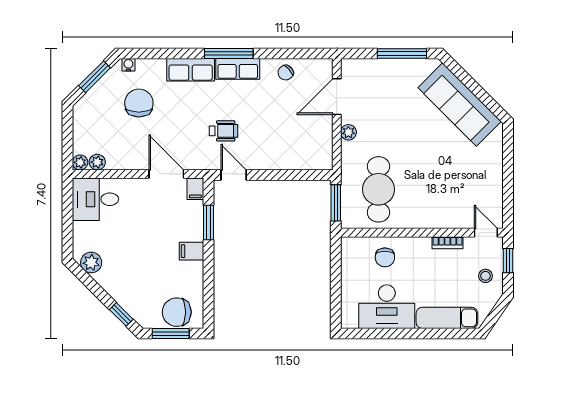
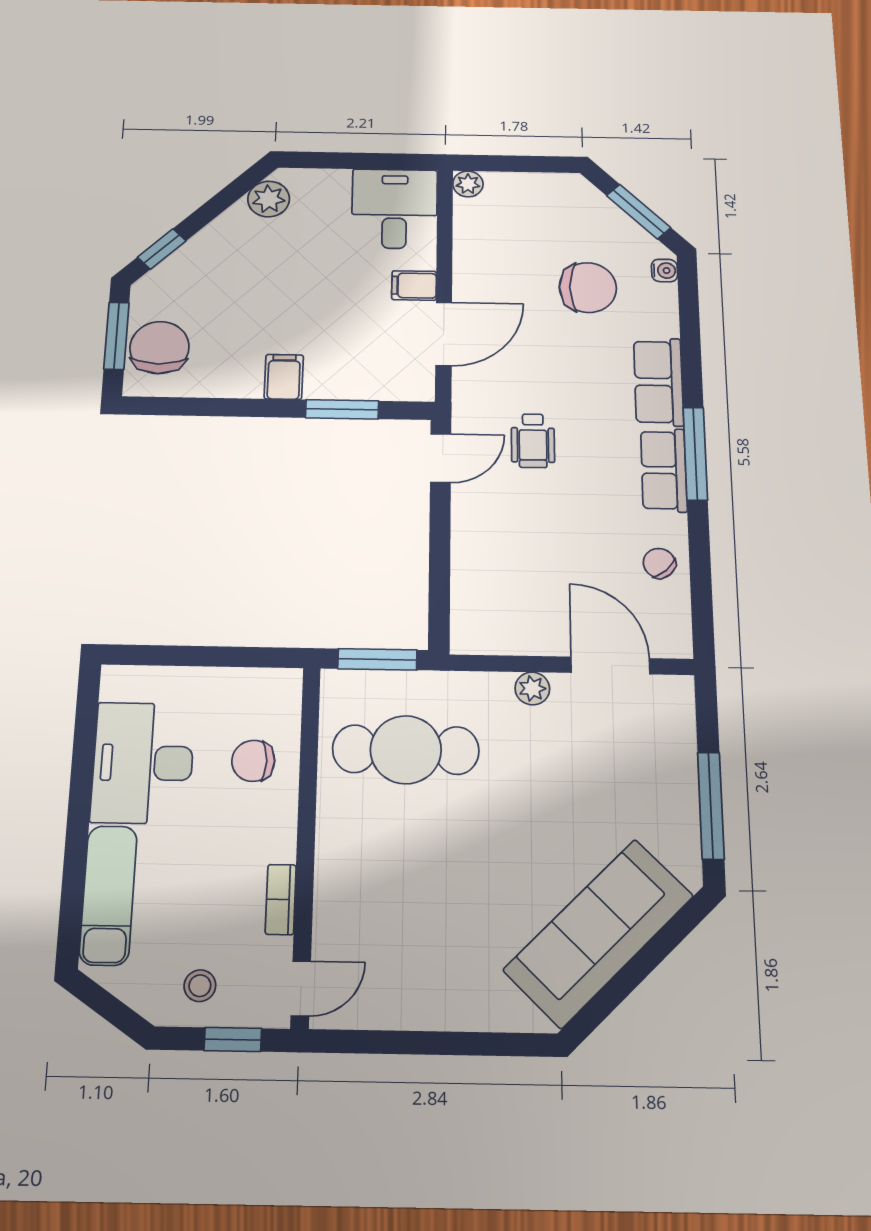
plant: (97, 162) -> (468, 213), removed
filing cabinet: (195, 189) -> (414, 286), moved

